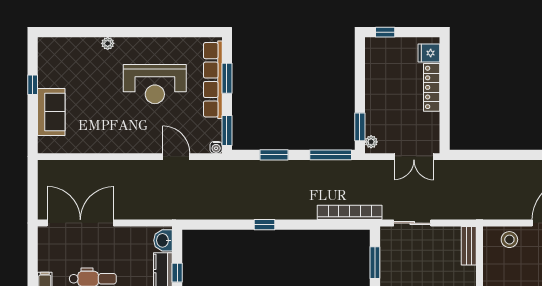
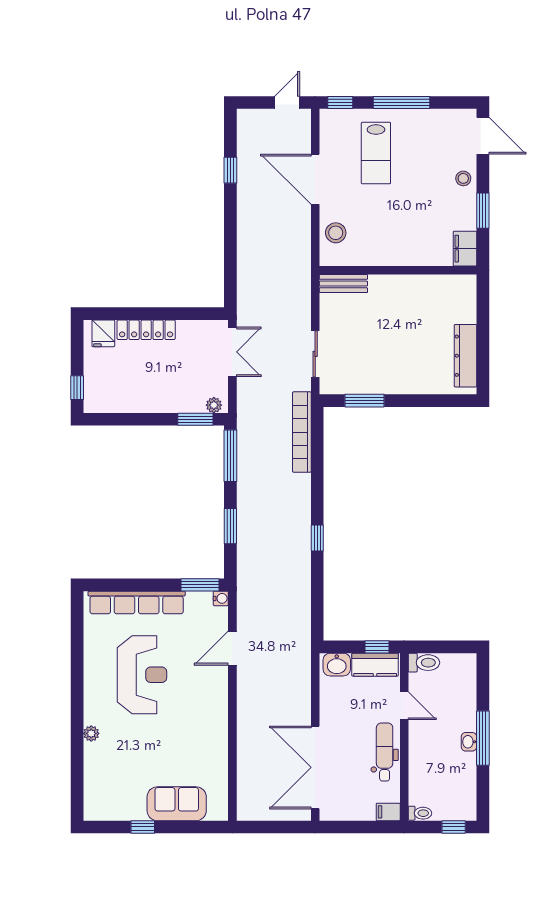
window: (227, 78) -> (135, 585), removed

